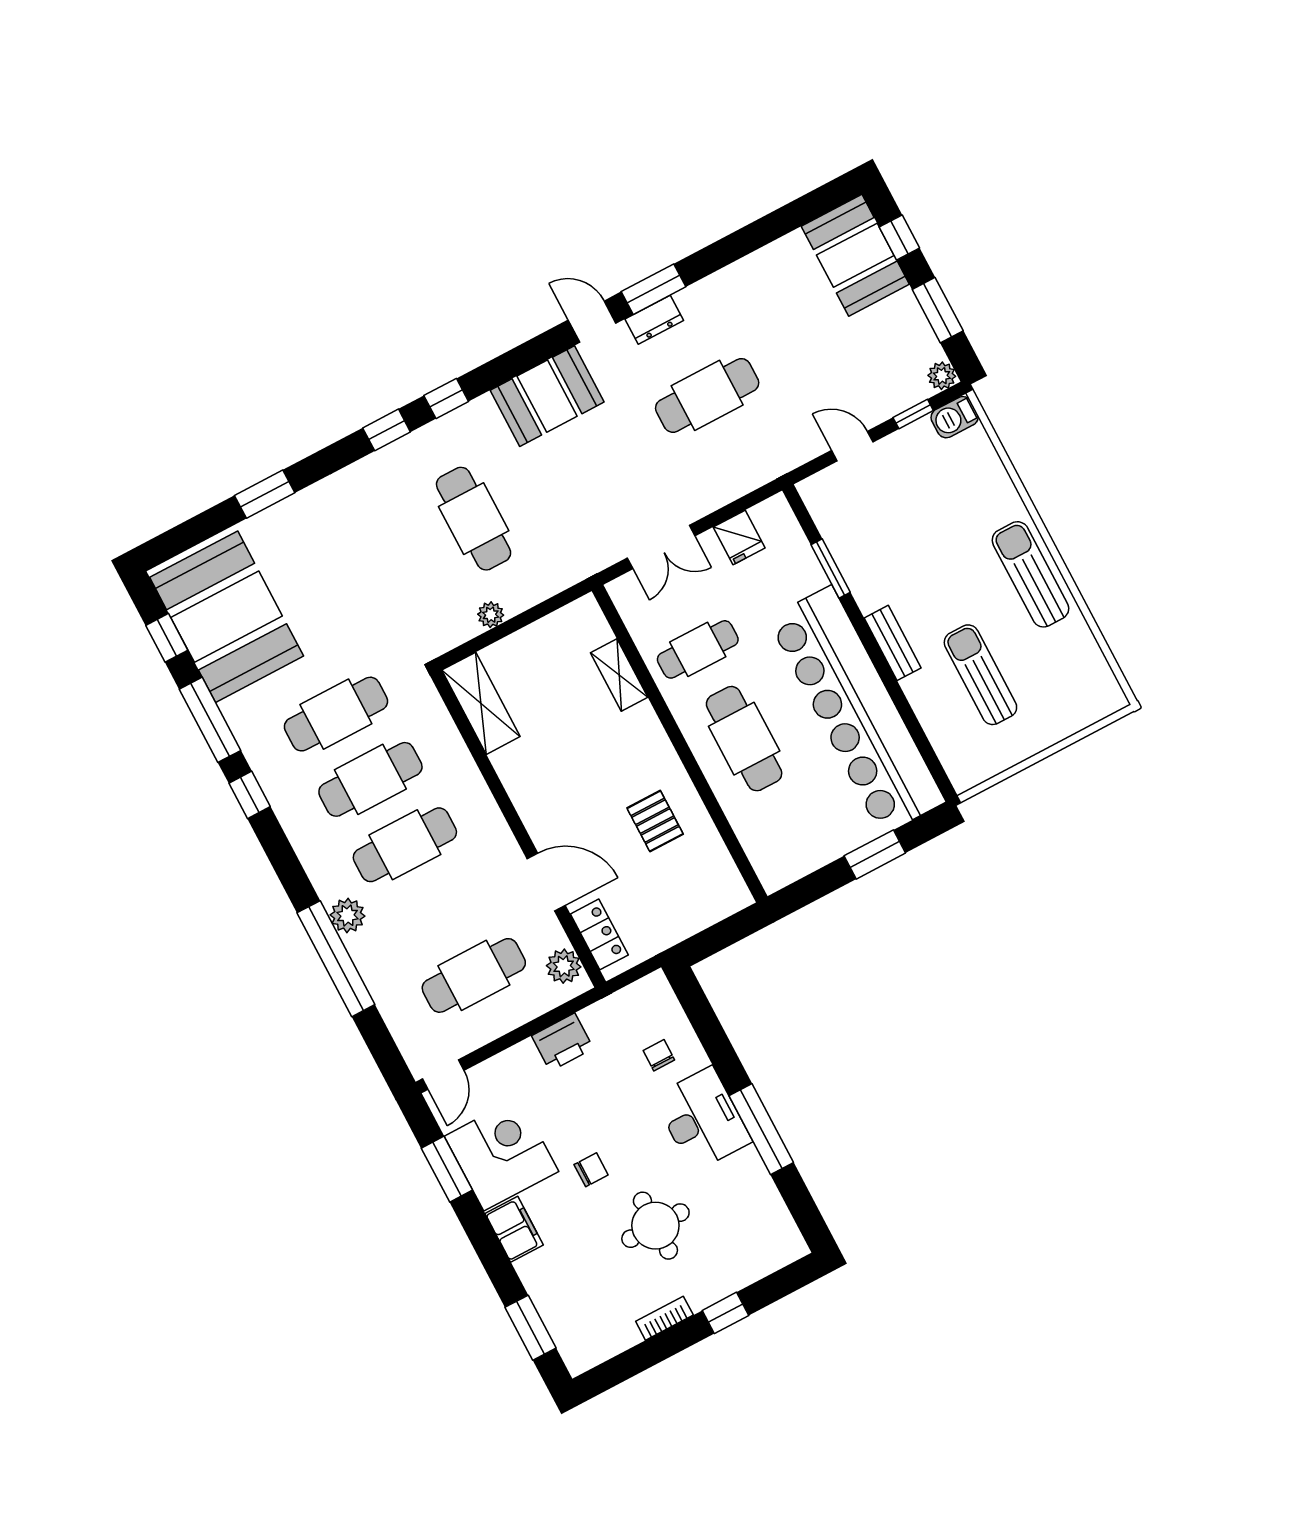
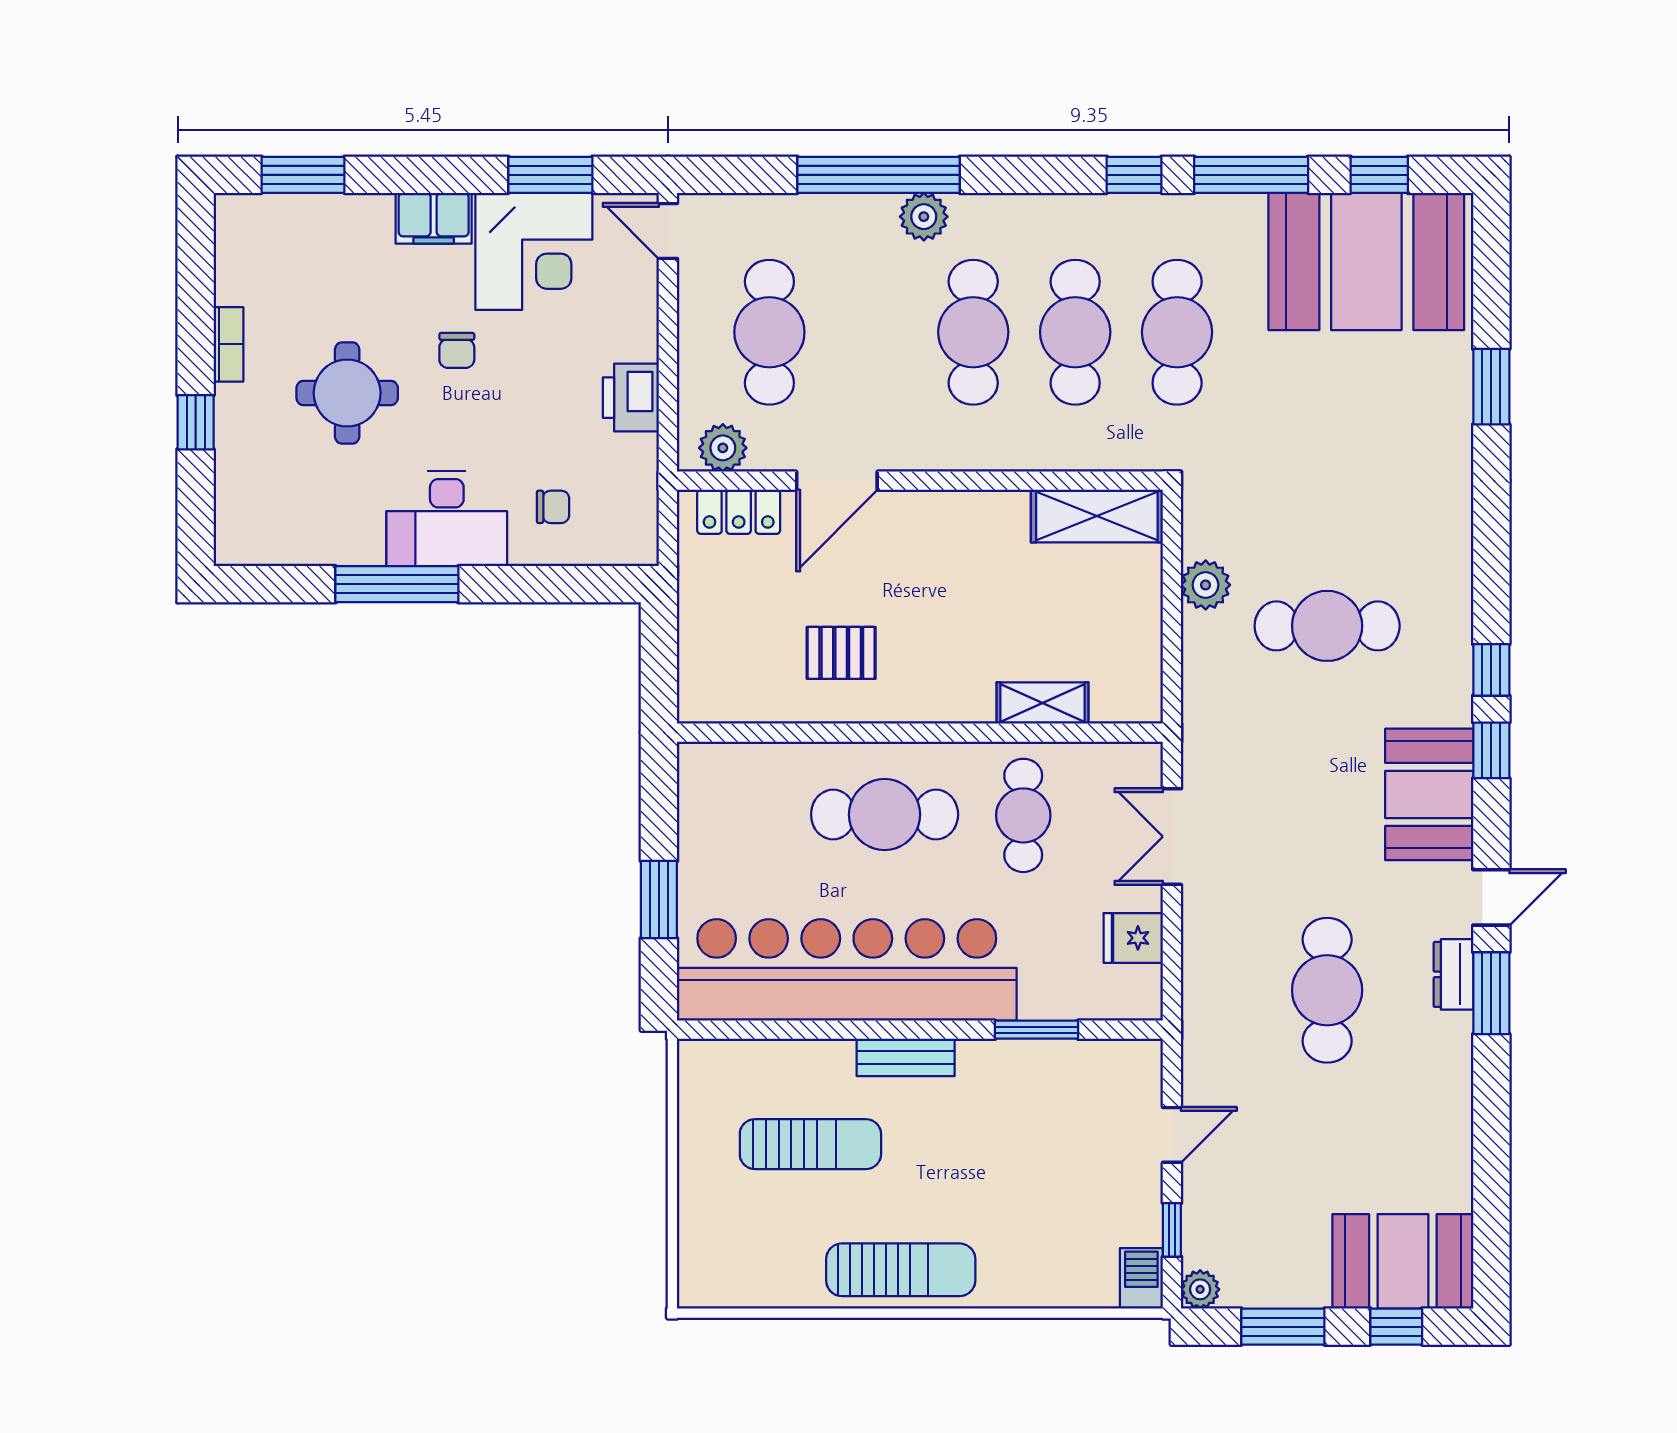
window: (387, 430) -> (1491, 750), moved
plant: (491, 615) -> (1206, 585), width x1.38, depth x1.38

